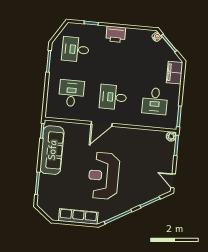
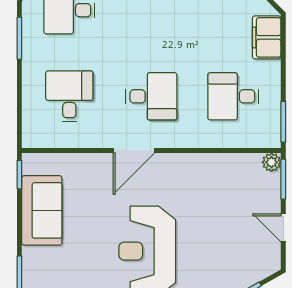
desk: (113, 97) -> (151, 96), turned 180
desk: (155, 101) -> (233, 96), turned 90
sofa: (52, 150) -> (42, 210), width x0.73
door: (173, 181) -> (283, 228), moved

